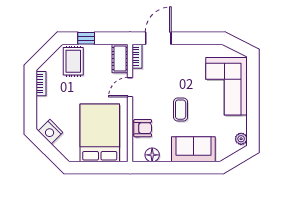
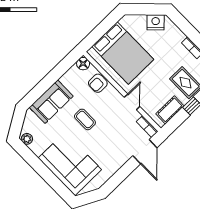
cot: (120, 58) -> (170, 110), moved, turned 90
floor lamp: (152, 155) -> (83, 64), moved

